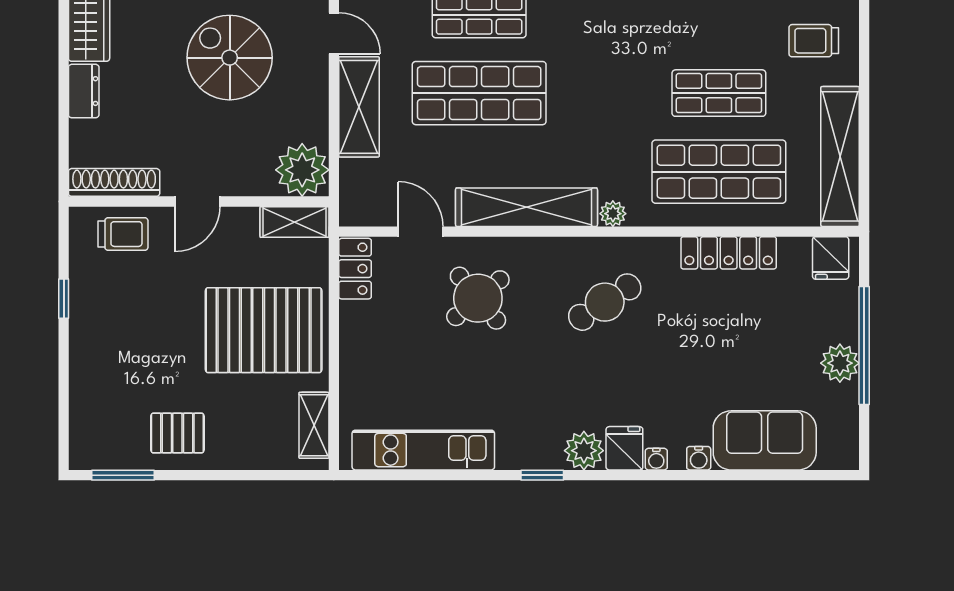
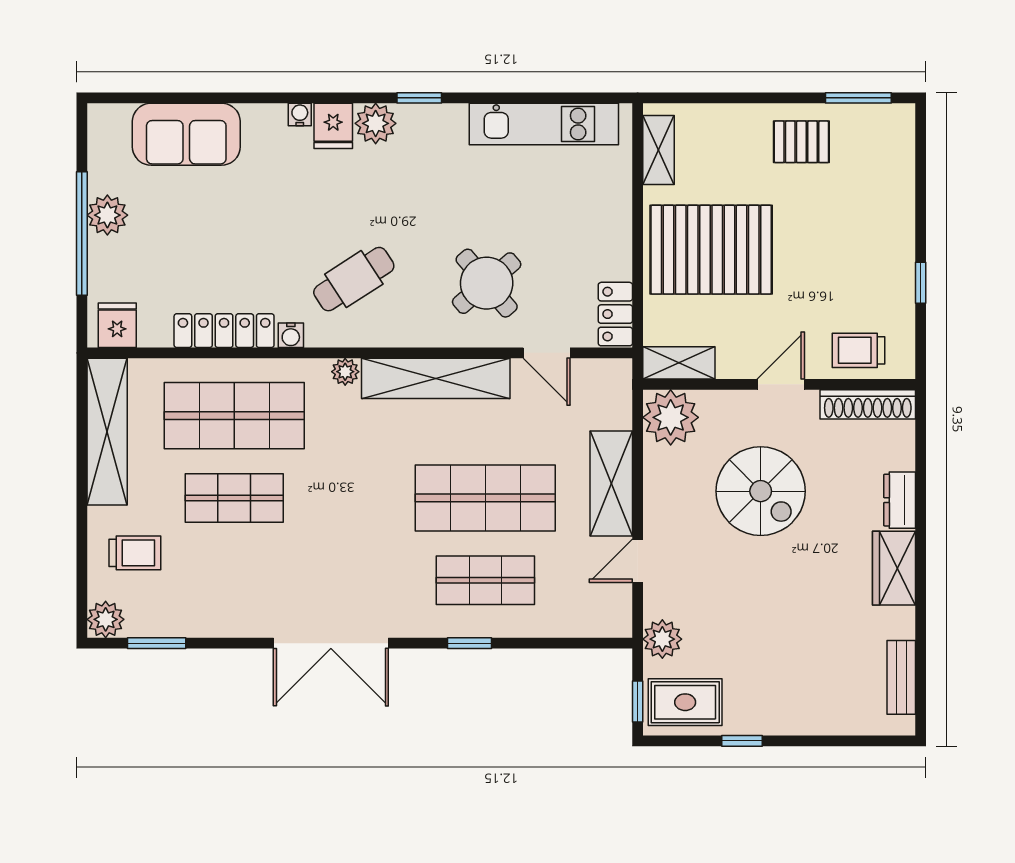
door: (334, 33) -> (638, 561), hinge flipped
spiral stairs: (230, 58) -> (761, 491), moved
water cooler: (699, 458) -> (291, 335), moved, turned 180

